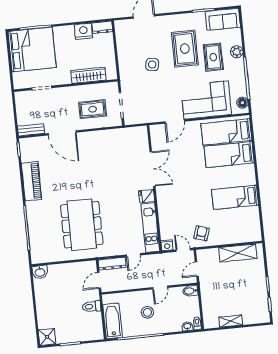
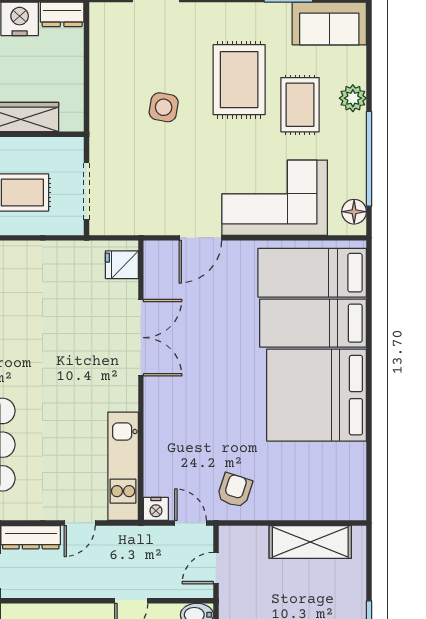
fridge: (147, 196) -> (122, 265), moved
bed: (235, 197) -> (317, 395), width x2.04

